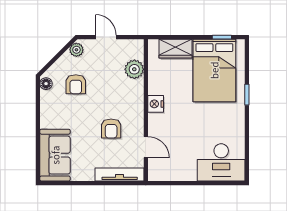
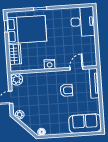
plant: (134, 69) -> (17, 79), moved
armchair: (76, 84) -> (41, 114), removed

